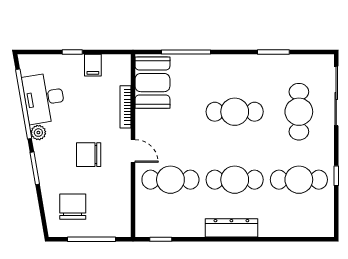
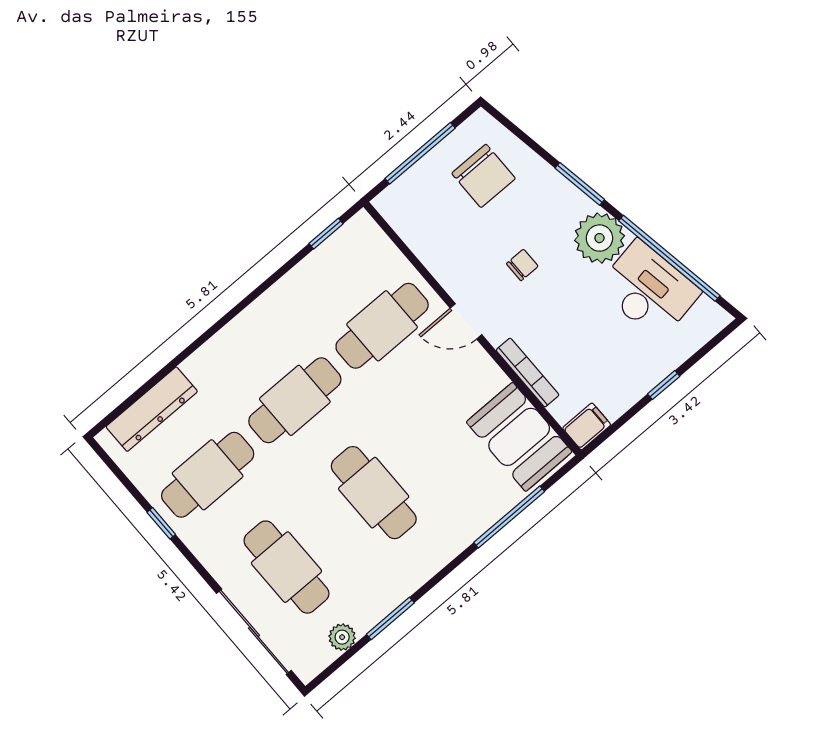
plant: (301, 62) -> (342, 637), added
filing cabinet: (93, 65) -> (587, 426), moved, turned 90
cafe table: (235, 112) -> (374, 493), turned 90
plant: (38, 133) -> (599, 238), width x1.88, depth x1.88
chair: (89, 155) -> (522, 265), width x0.54, depth x0.54
dresser: (231, 228) -> (152, 409), moved

